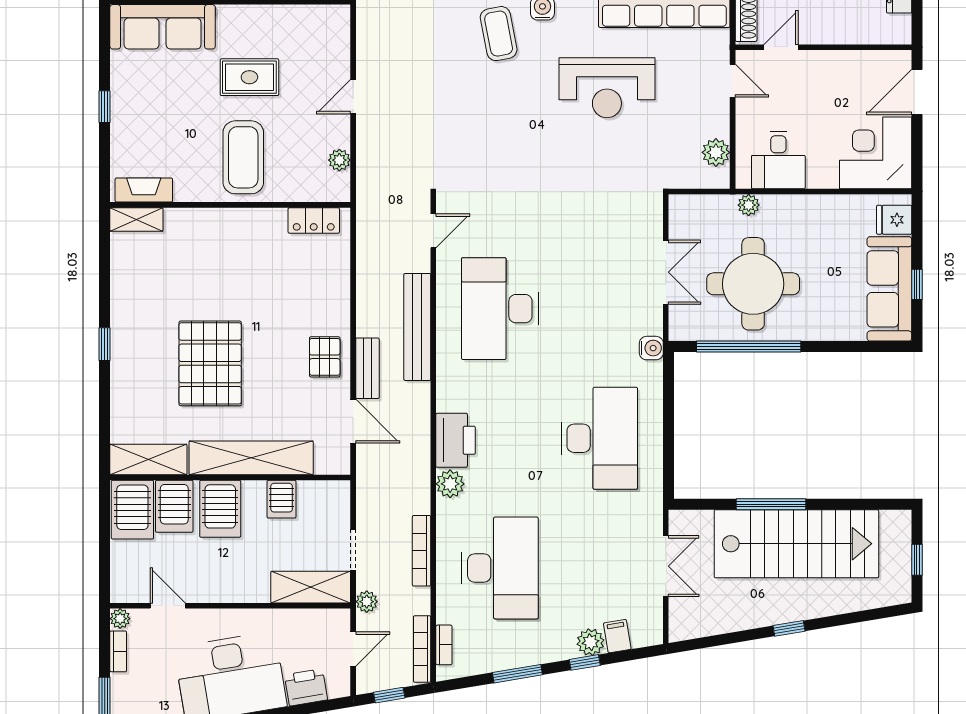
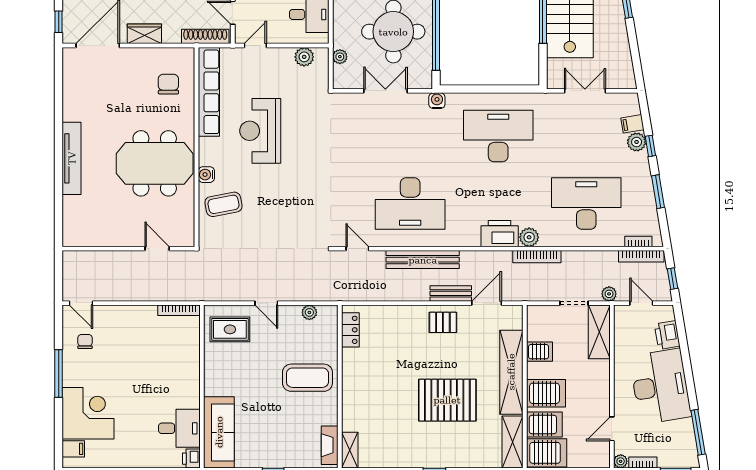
rug: (249, 77) -> (230, 329), moved, turned 90
reception desk: (607, 88) -> (260, 131), turned 180
plant: (749, 205) -> (340, 57), moved
bookcase: (422, 551) -> (537, 257), moved

